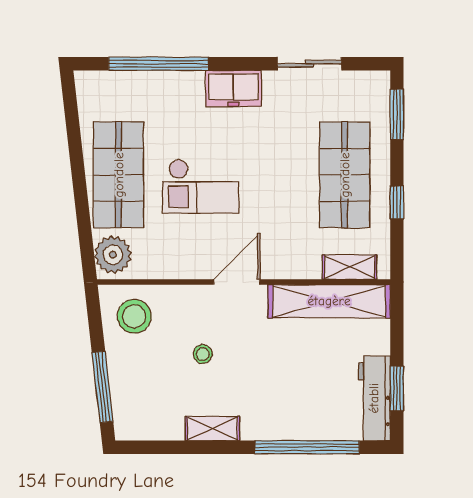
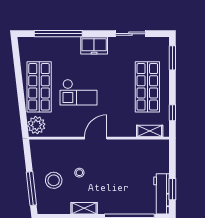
window: (397, 202) -> (172, 113), moved
shelving: (329, 301) -> (140, 147), removed
stool: (134, 316) -> (54, 180), moved

